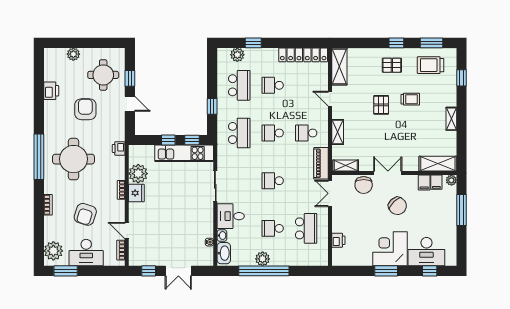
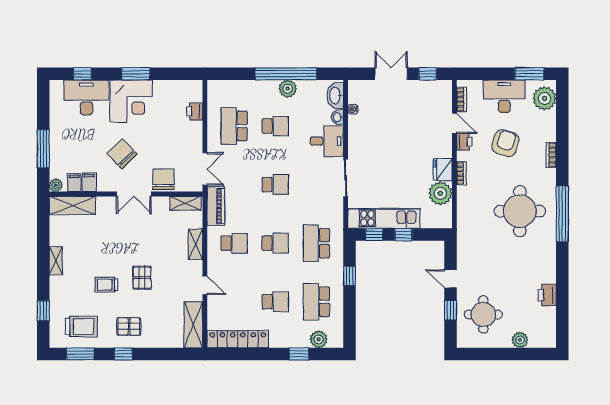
armchair: (85, 109) -> (505, 272), removed
printer: (119, 148) -> (464, 142), moved

